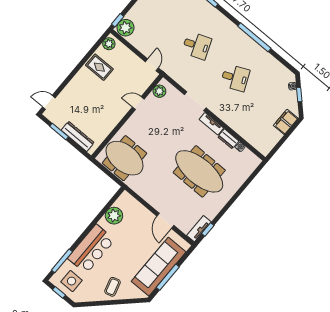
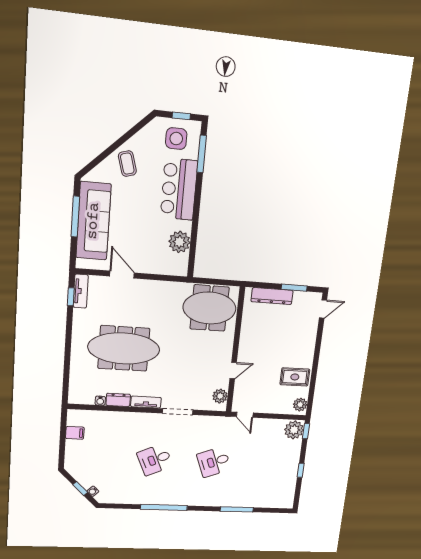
filing cabinet: (286, 122) -> (75, 433), moved, width x0.50

